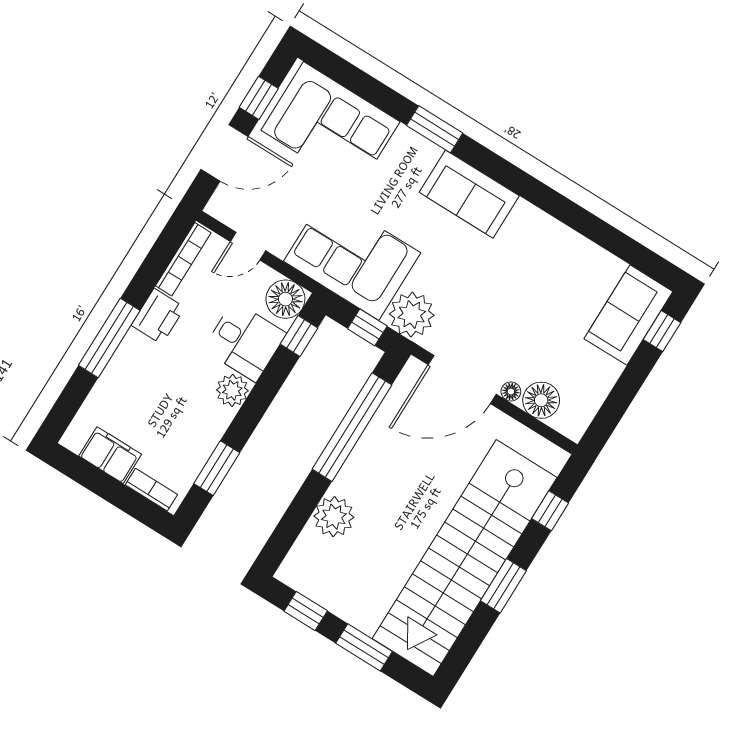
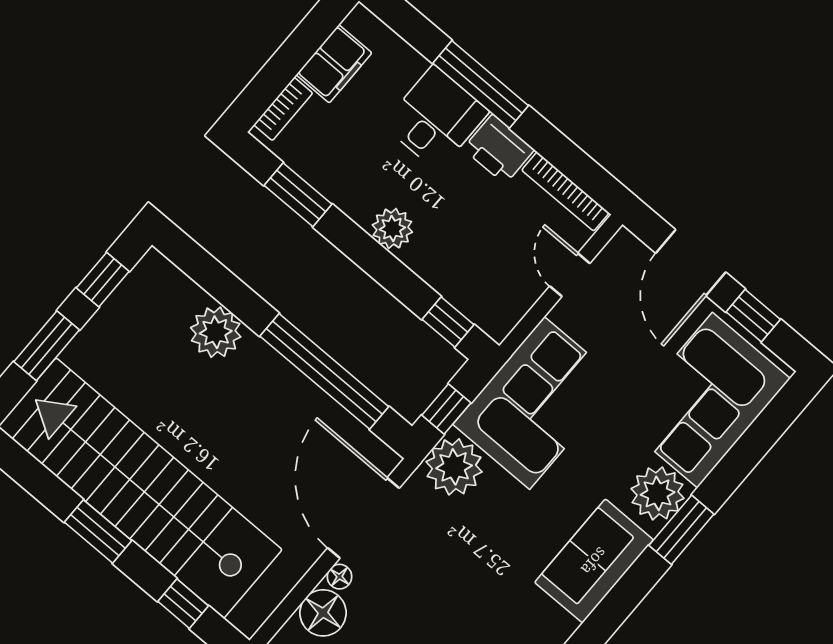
plant: (409, 152) -> (658, 493), added
floor lamp: (285, 299) -> (497, 312), removed
desk: (245, 341) -> (436, 118), moved, turned 180

